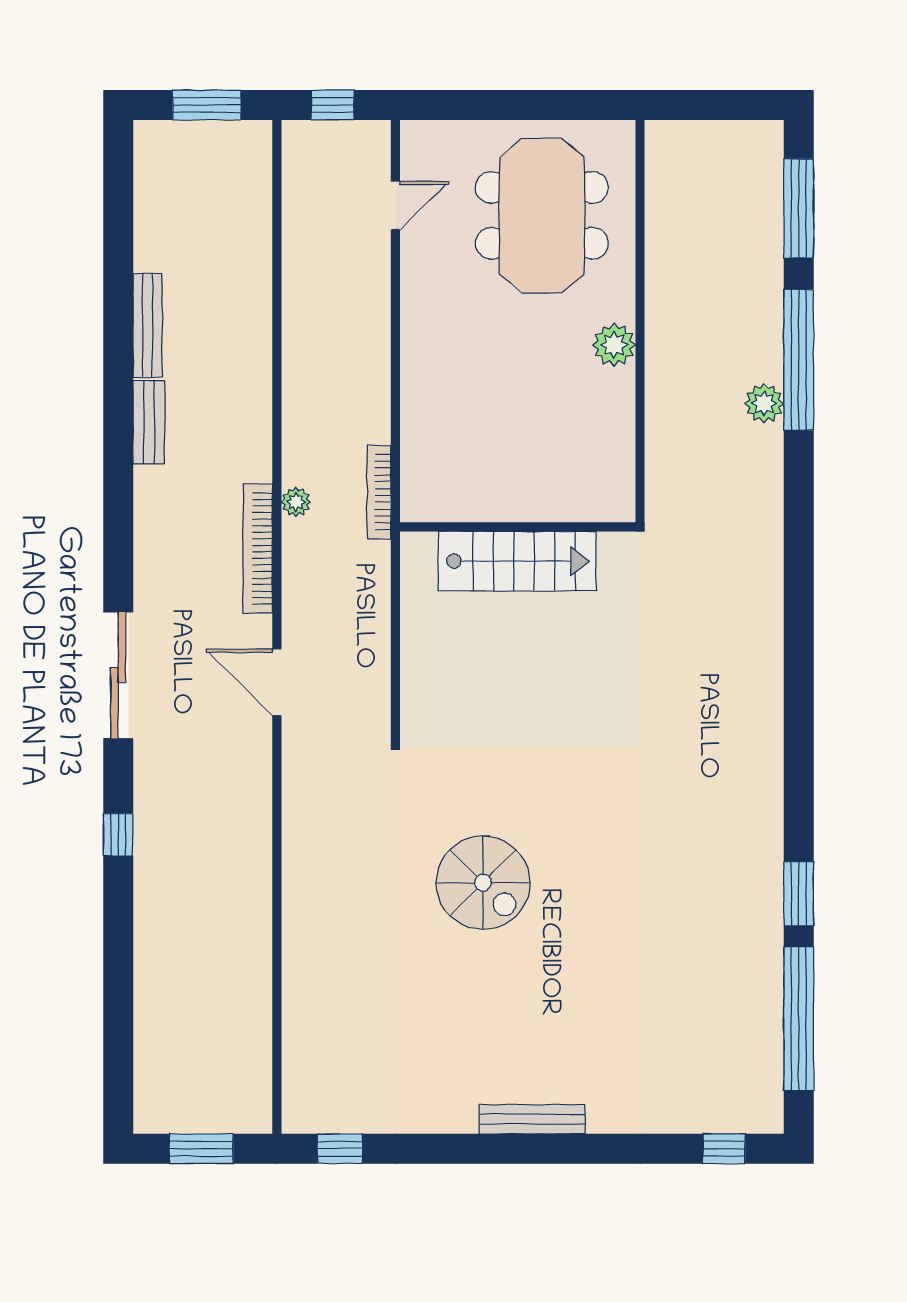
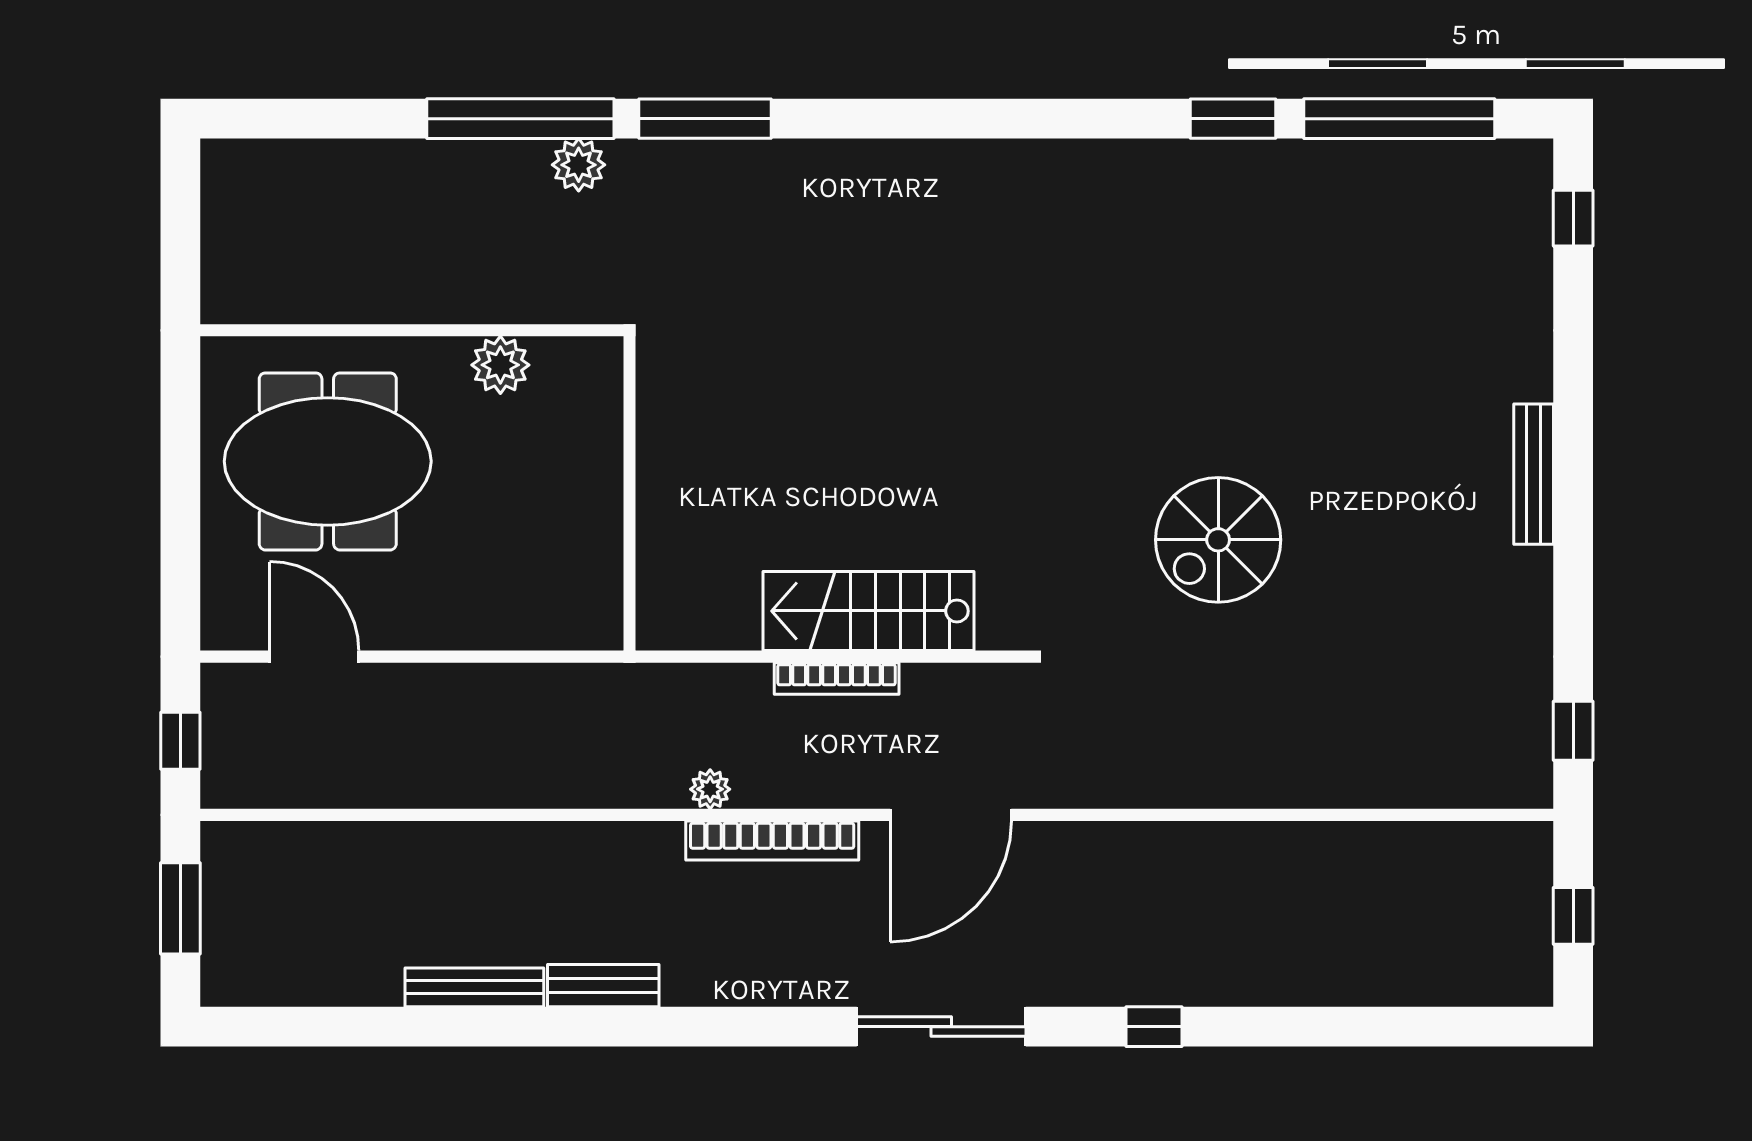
door: (395, 205) -> (314, 657), width x1.38
window: (799, 208) -> (705, 119), moved
bookcase: (379, 492) -> (837, 679), moved
wall: (518, 527) -> (629, 493), moved
stairs: (517, 561) -> (868, 611), moved, turned -90
door: (277, 682) -> (951, 815), width x1.36
spiral stairs: (483, 883) -> (1218, 540), turned 180
window: (201, 1149) -> (1573, 916), width x0.67

